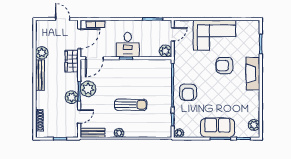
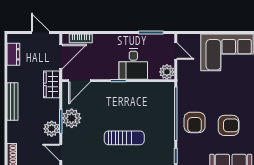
door: (173, 34) -> (176, 51), hinge flipped
dresser: (41, 37) -> (13, 54), added
desk: (128, 45) -> (133, 64), moved
plant: (42, 53) -> (15, 74), removed
armchair: (224, 66) -> (229, 125), moved, turned 180
door: (79, 117) -> (61, 152), swing flipped

